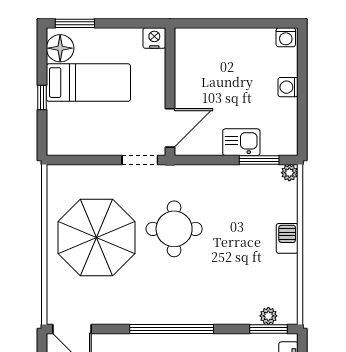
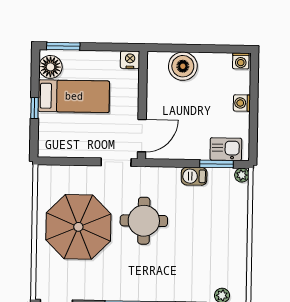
boiler: (217, 45) -> (183, 66), added
kitchen sink: (241, 142) -> (226, 149), moved
barbecue: (287, 238) -> (194, 176), moved, turned -90

